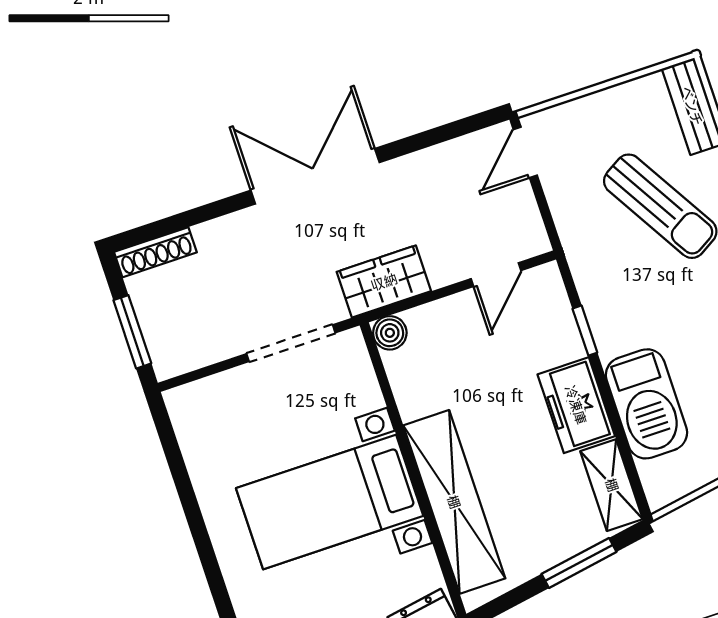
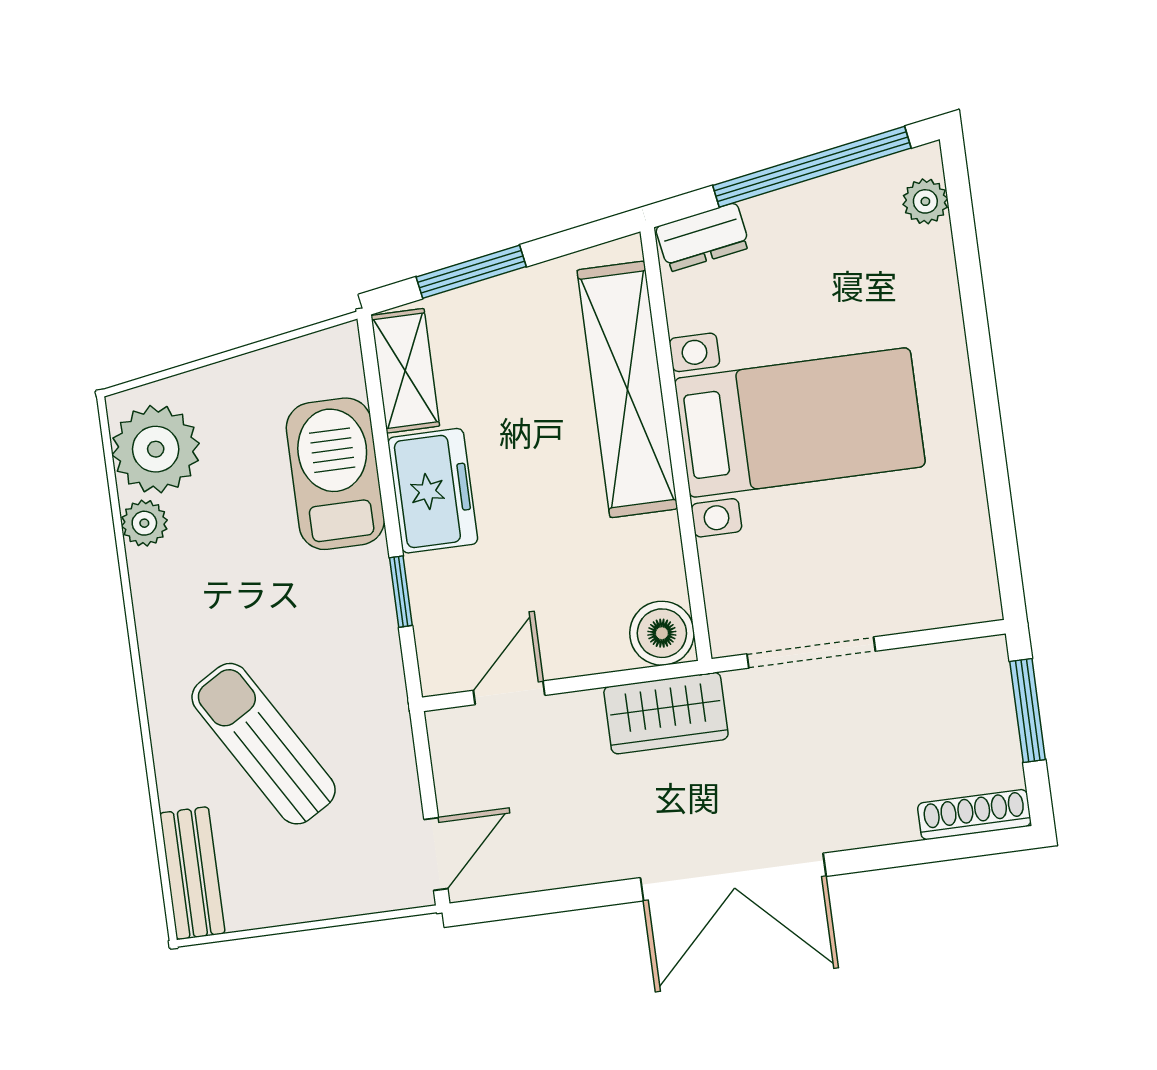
boiler: (390, 333) -> (662, 633), width x1.36, depth x1.36

